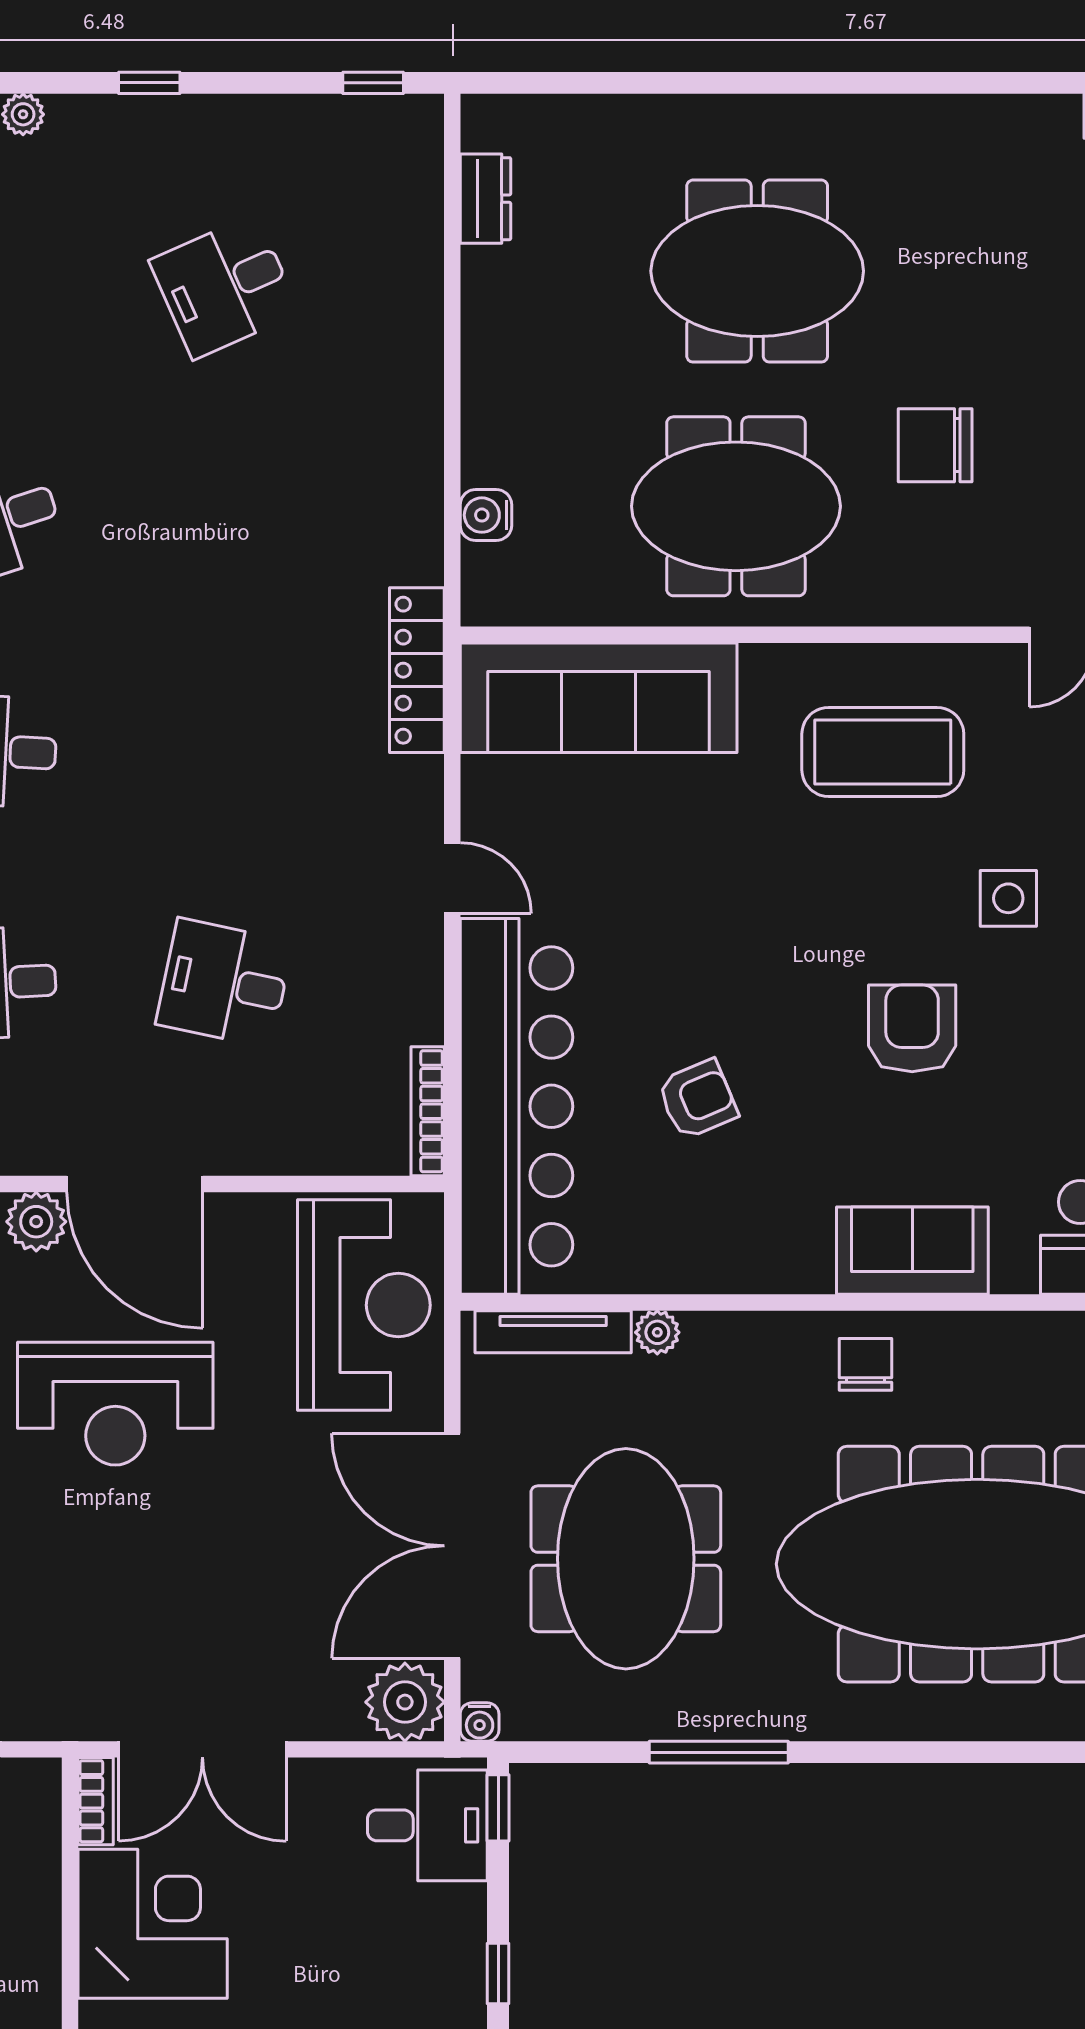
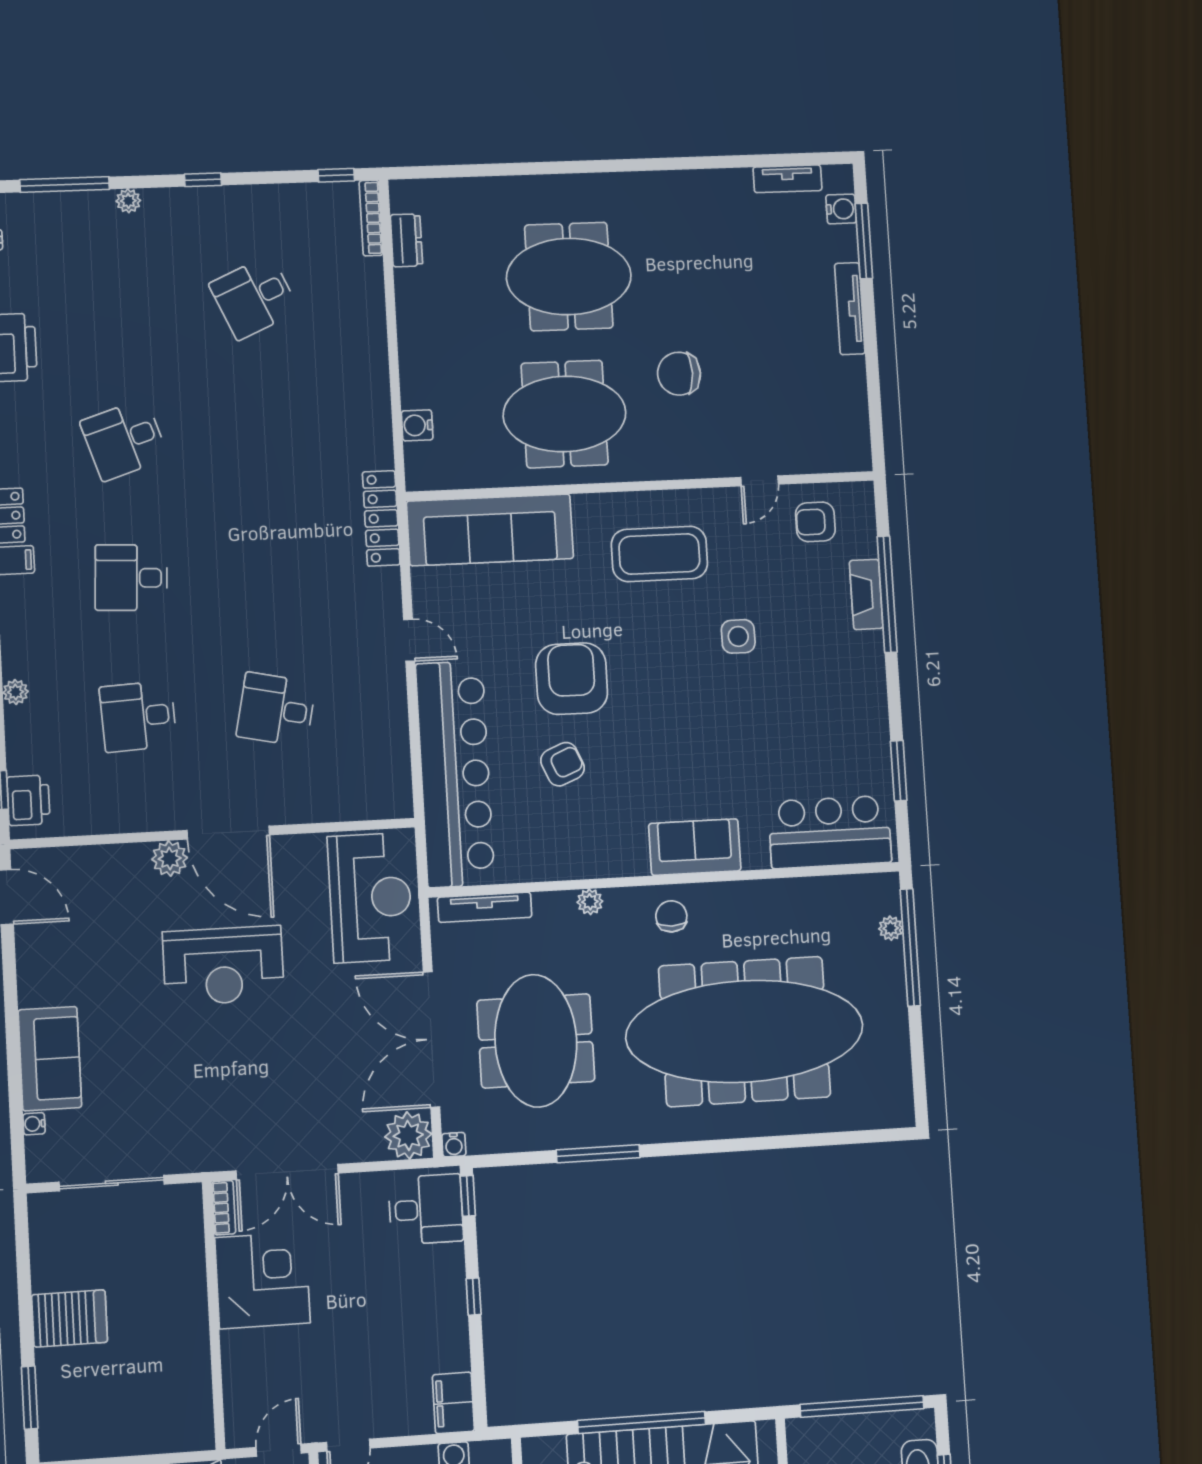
armchair: (912, 1028) -> (572, 679), moved, width x1.36, depth x1.36
bookcase: (428, 1111) -> (371, 218), moved
plant: (657, 1332) -> (590, 902), moved

